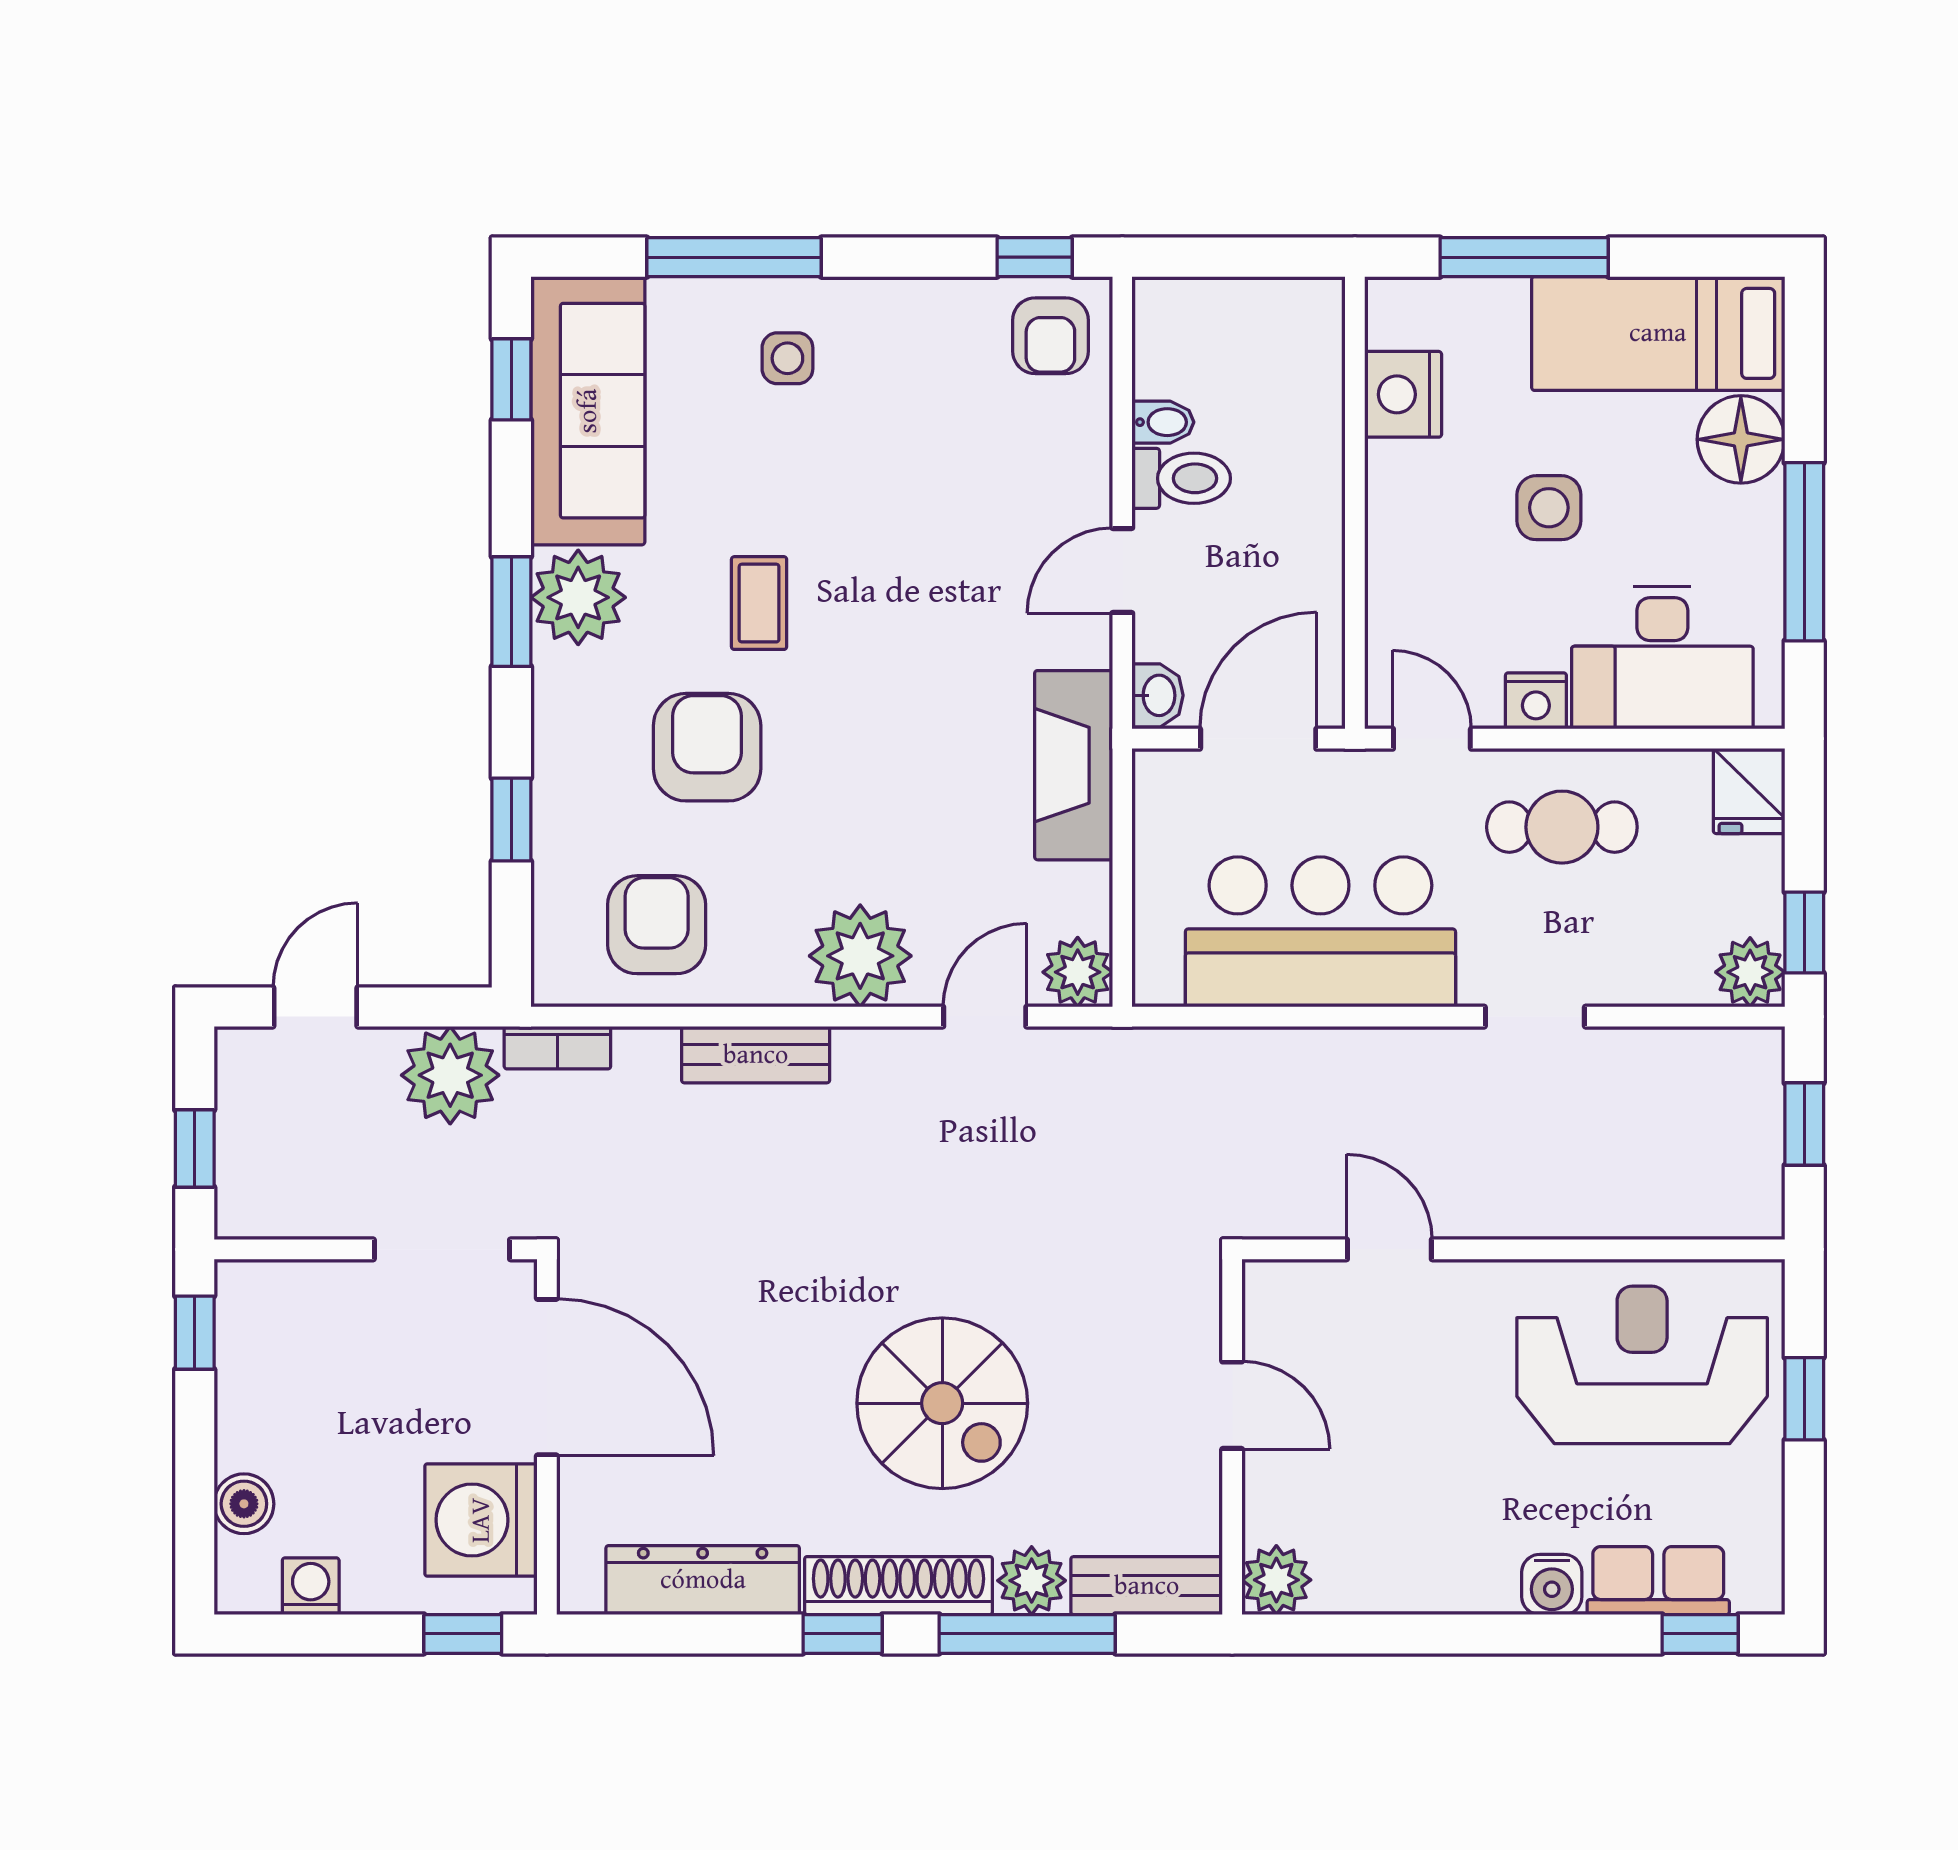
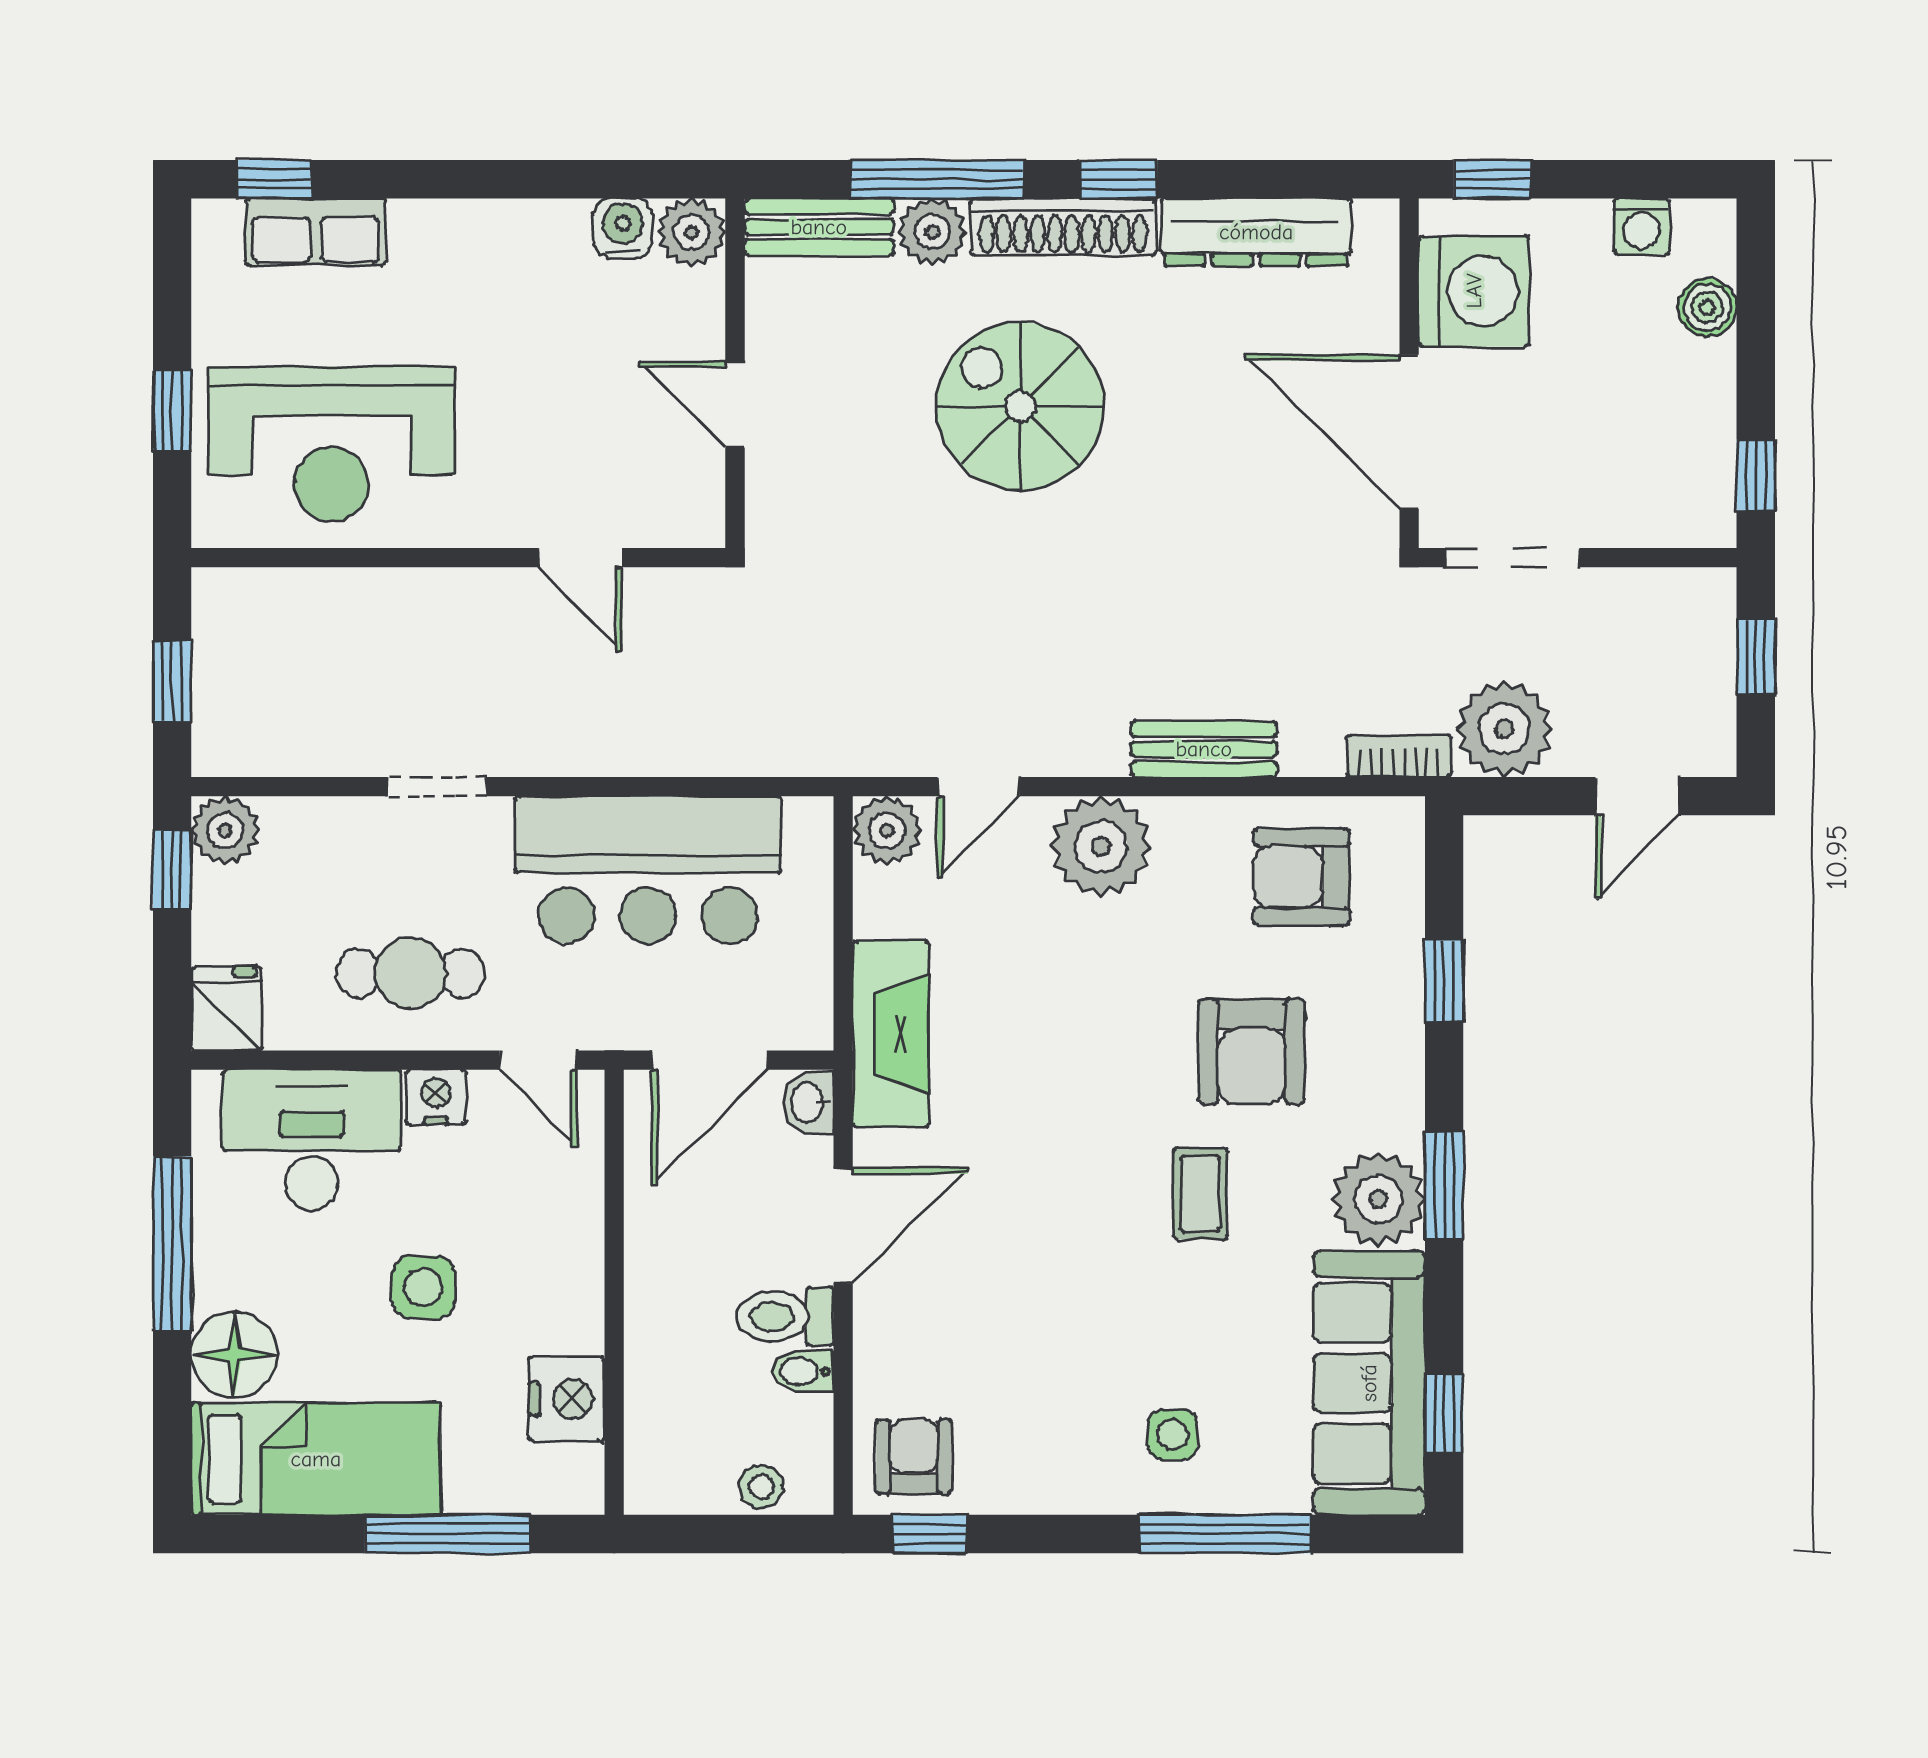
stool: (1206, 305) -> (761, 1487), added
door: (1122, 570) -> (843, 1226), width x1.38
armchair: (657, 925) -> (1301, 877), turned 90
water cooler: (1552, 1584) -> (623, 228), moved

